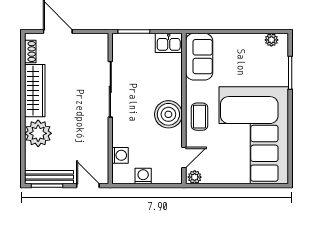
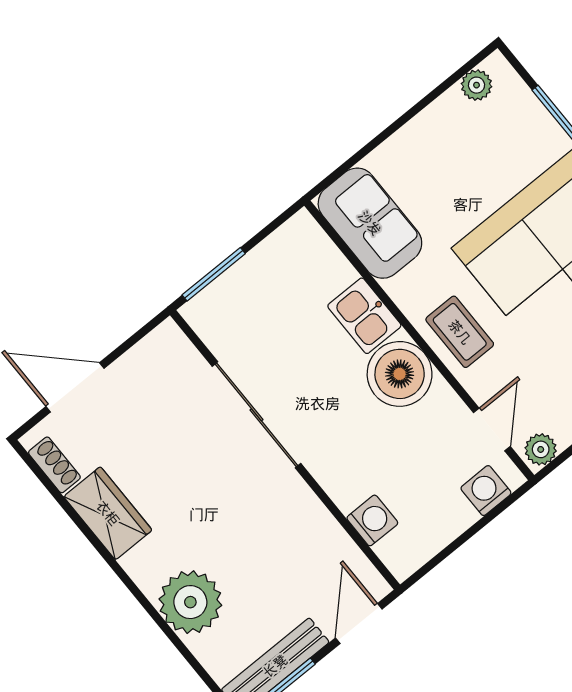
kitchen sink: (169, 43) -> (364, 316), moved, turned 90
wardrobe: (35, 91) -> (108, 513), width x0.67
washing machine: (143, 176) -> (486, 491), moved
door: (88, 186) -> (359, 623), hinge flipped

